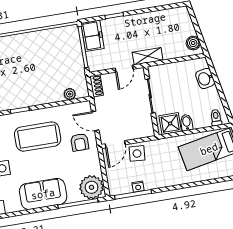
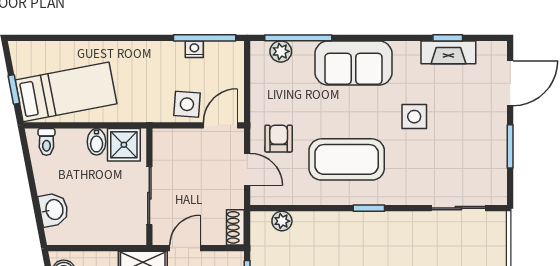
plant: (92, 187) -> (281, 51), width x0.53, depth x0.53

